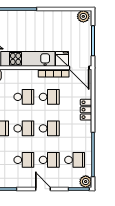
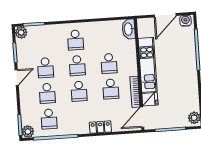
door: (43, 189) -> (17, 77), moved

